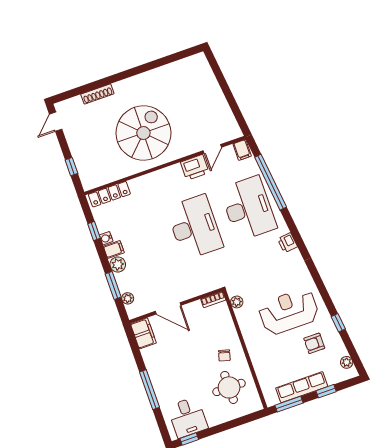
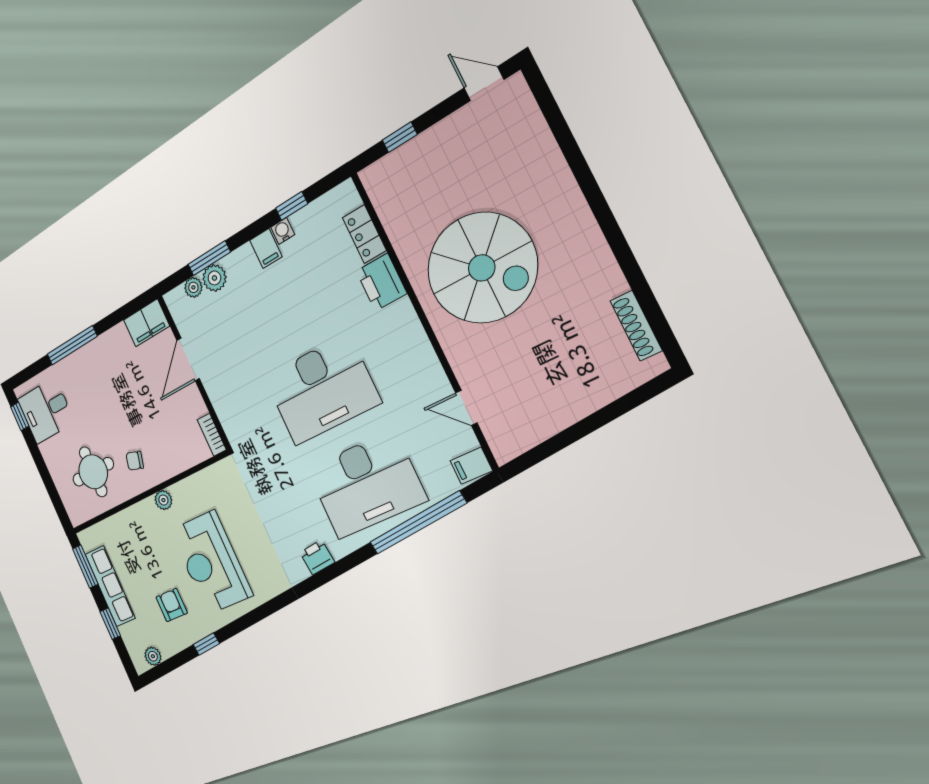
shoe rack: (97, 94) -> (636, 326), moved
printer: (195, 167) -> (381, 282), moved
locker: (109, 194) -> (364, 234), width x0.66
plant: (118, 265) -> (214, 278), moved
plant: (237, 302) -> (163, 500), moved
reception desk: (289, 312) -> (211, 562), turned 180

